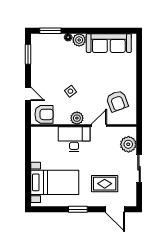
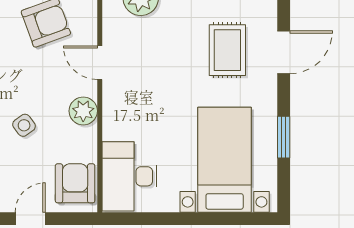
desk: (74, 139) -> (129, 176), moved
window: (78, 209) -> (284, 137), moved
door: (115, 209) -> (284, 52), moved

